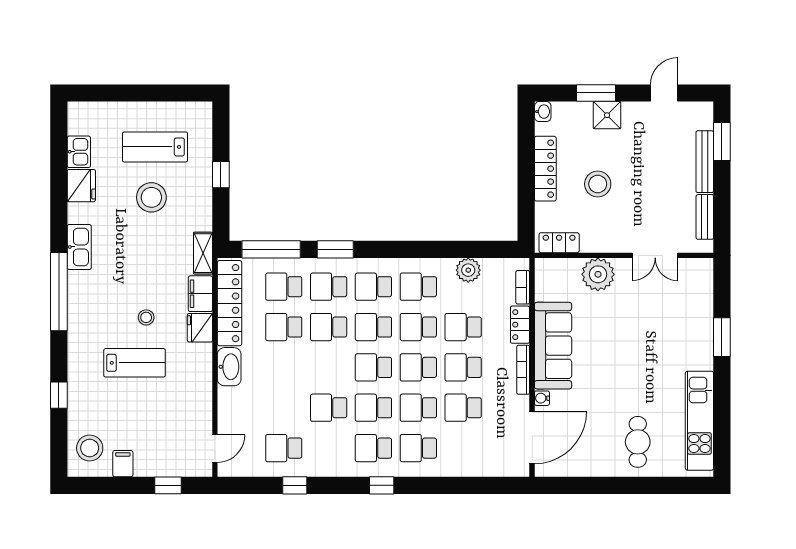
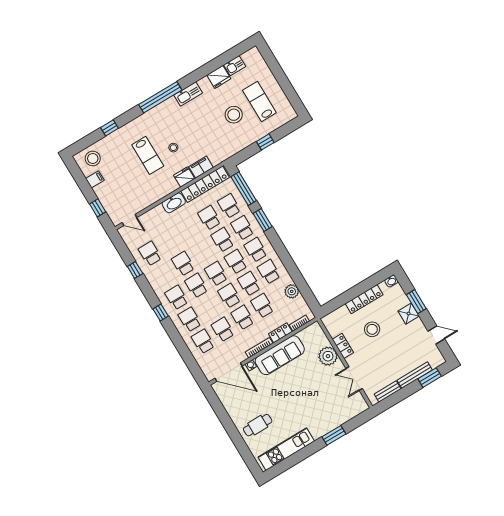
locker: (559, 243) -> (343, 346), moved
shelving: (203, 253) -> (222, 156), removed
school desk: (418, 408) -> (203, 341), moved

